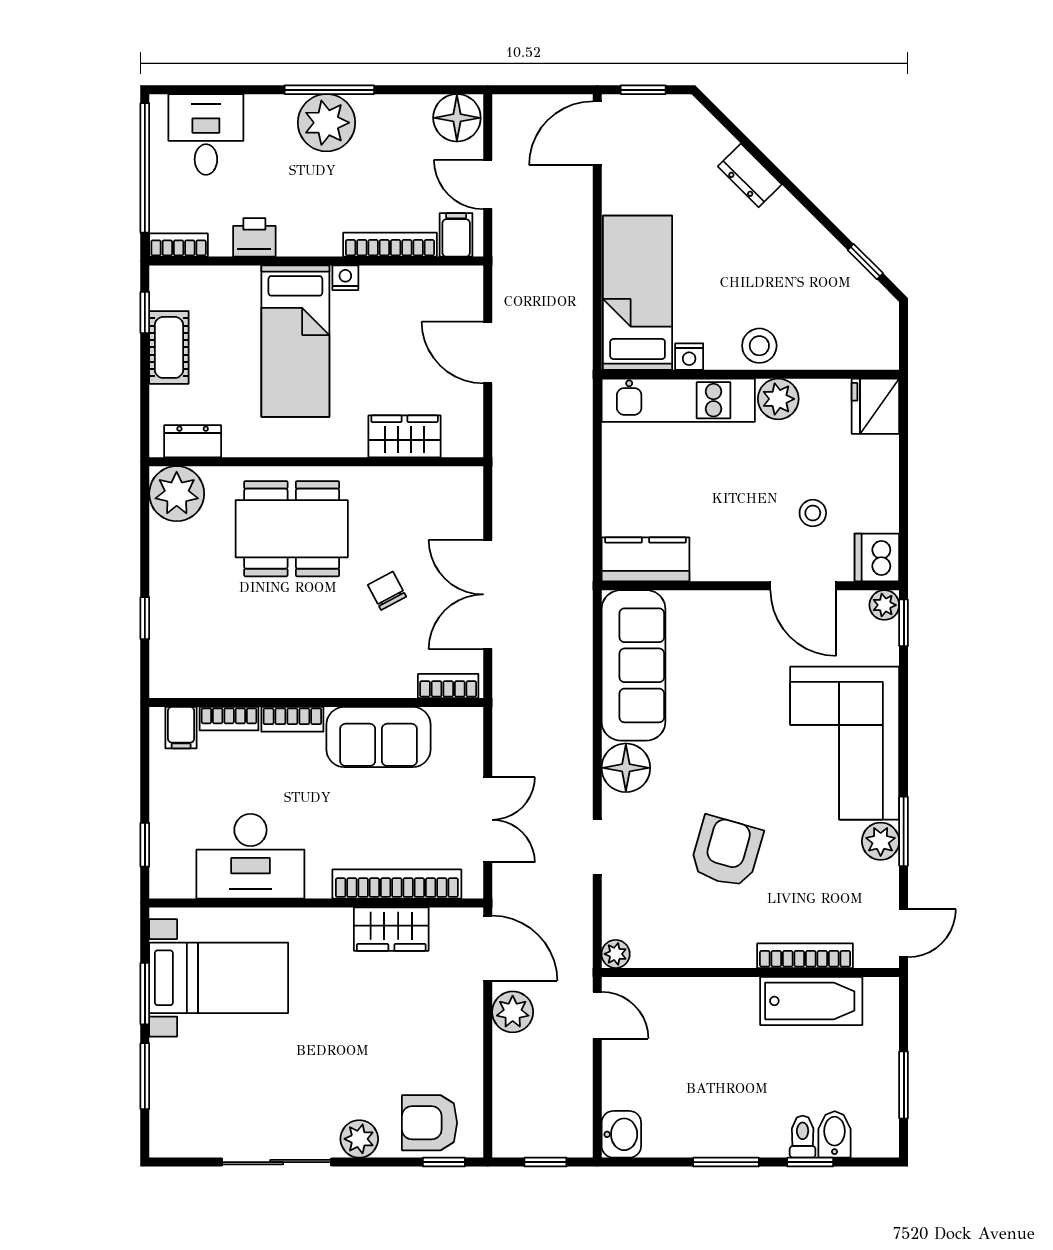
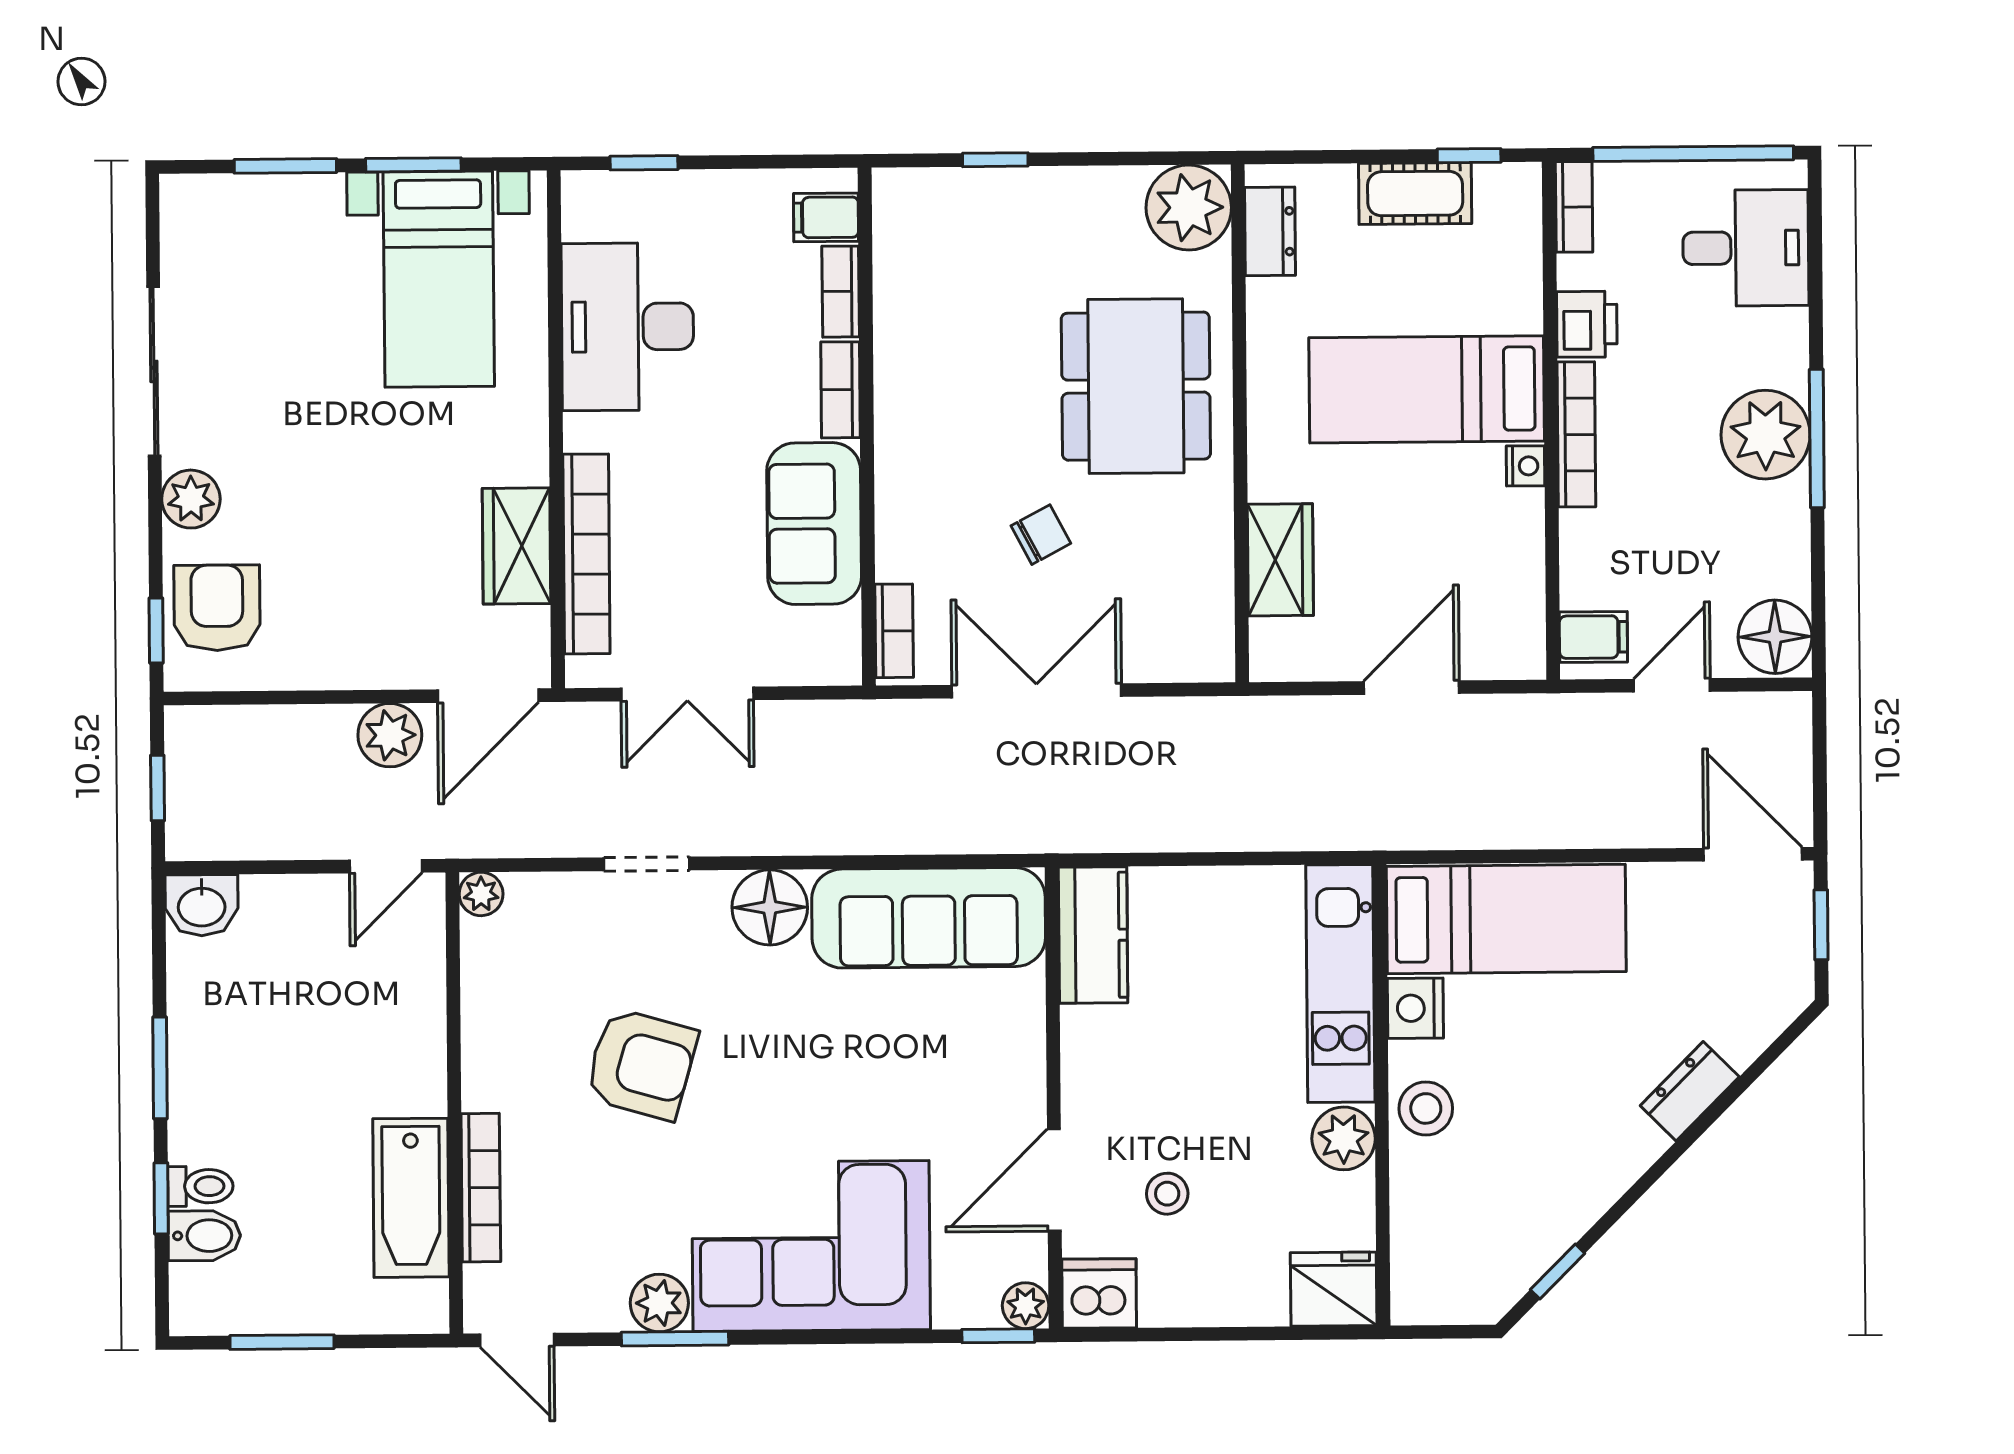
bookcase: (390, 245) -> (1576, 434), moved
nightstand: (689, 357) -> (1415, 1008), width x1.39, depth x1.35

